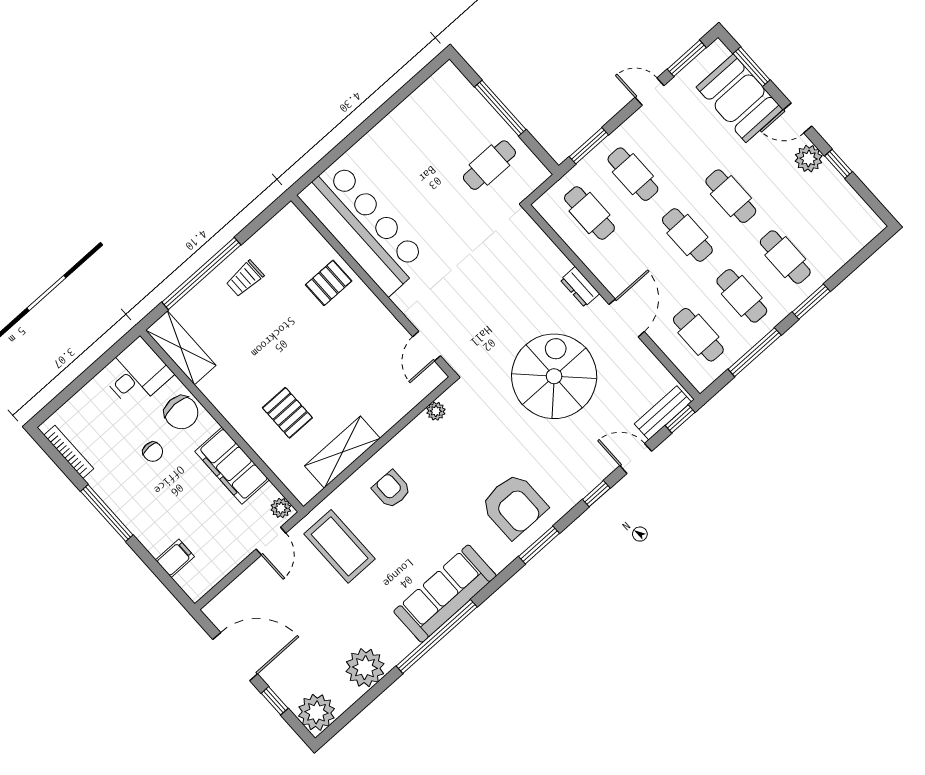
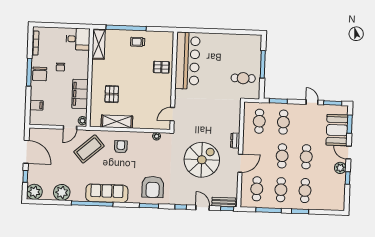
chair: (181, 412) -> (40, 74), moved
coffee table: (340, 546) -> (89, 149), turned 49

